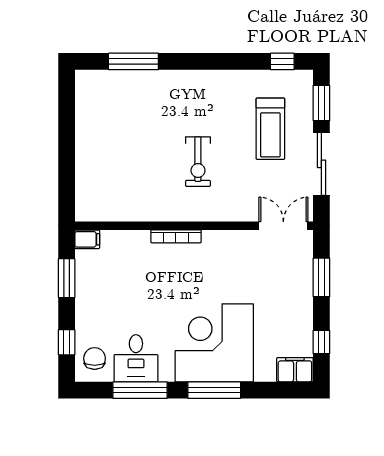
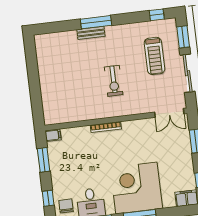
window: (133, 61) -> (96, 22), moved
bench: (170, 78) -> (91, 33), added
double door: (283, 226) -> (169, 113), swing flipped

